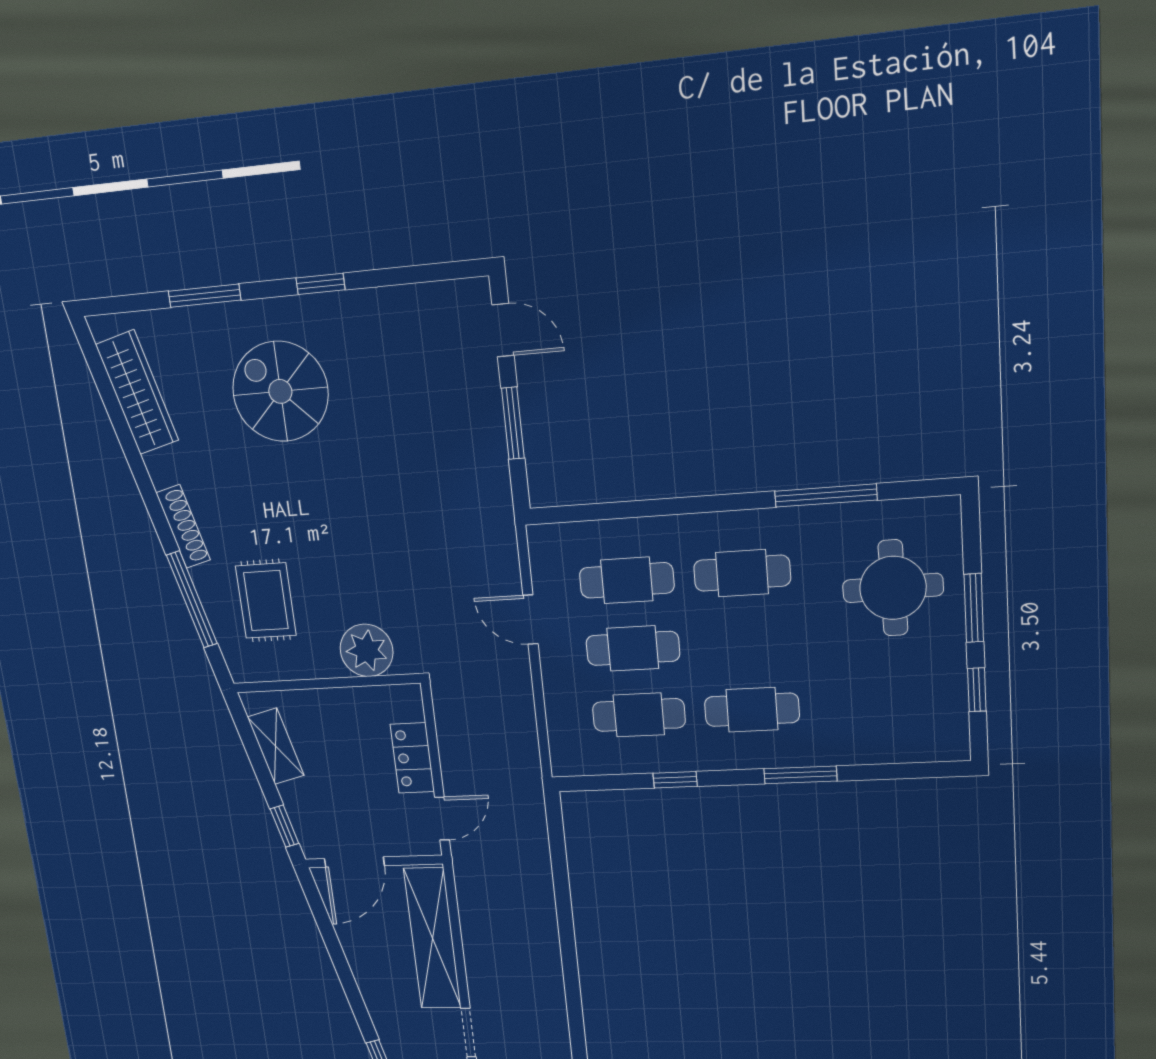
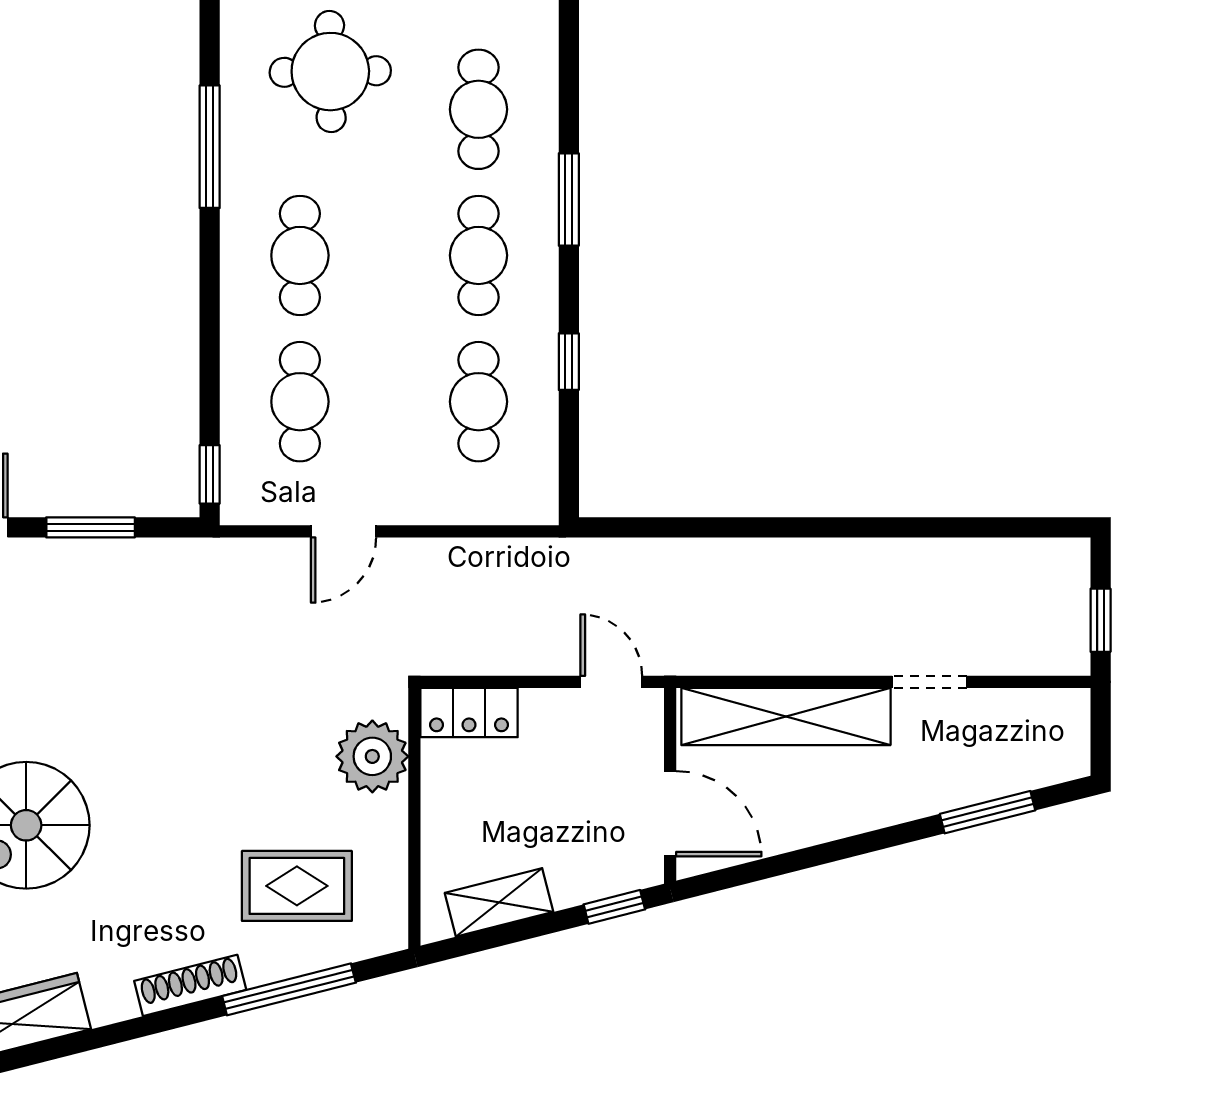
window: (564, 514) -> (210, 474), added
cafe table: (633, 648) -> (479, 109), moved
locker: (412, 758) -> (469, 713), moved

